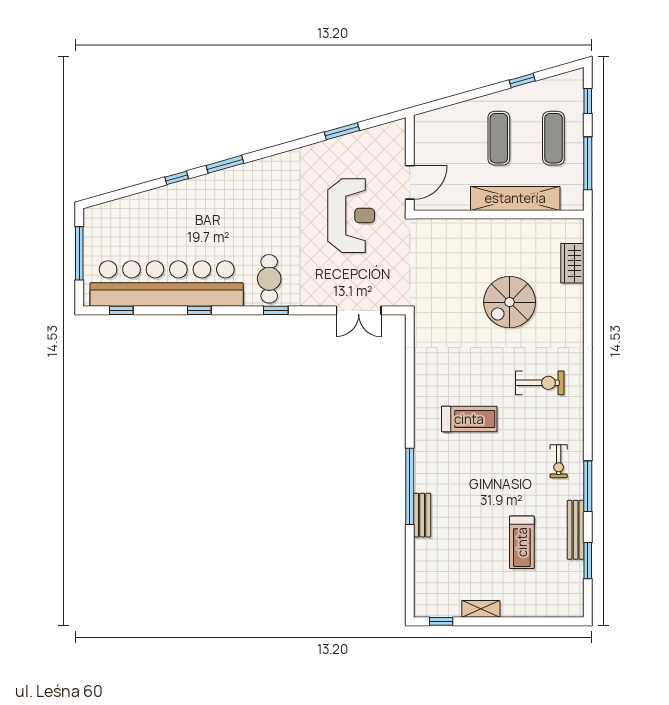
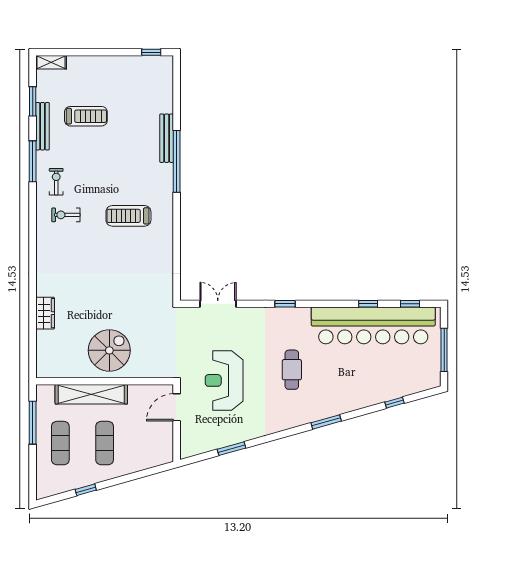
window: (588, 101) -> (33, 473), removed
window: (177, 178) -> (394, 403), moved
wardrobe: (572, 263) -> (45, 313), moved
cafe table: (269, 279) -> (292, 370), moved
spiral stairs: (510, 302) -> (109, 350), moved
window: (199, 310) -> (368, 304), moved
exercise bike: (540, 383) -> (66, 215), moved, width x0.73, depth x0.72
bench: (422, 515) -> (167, 138), width x1.36
treadmill: (522, 542) -> (86, 116), turned 90
shelving: (481, 609) -> (51, 62), moved

